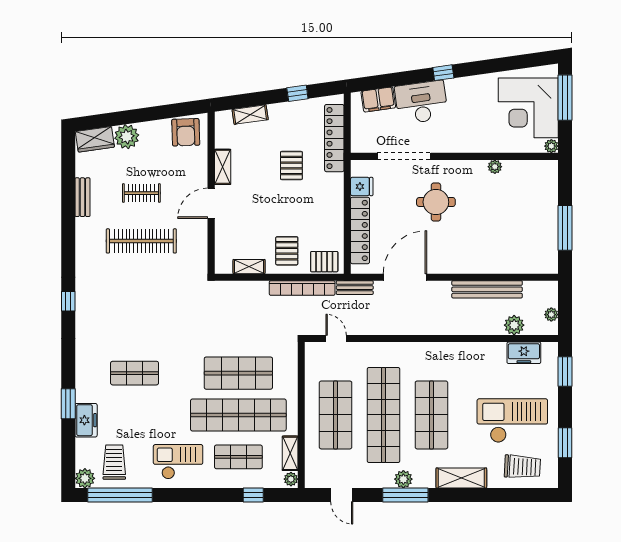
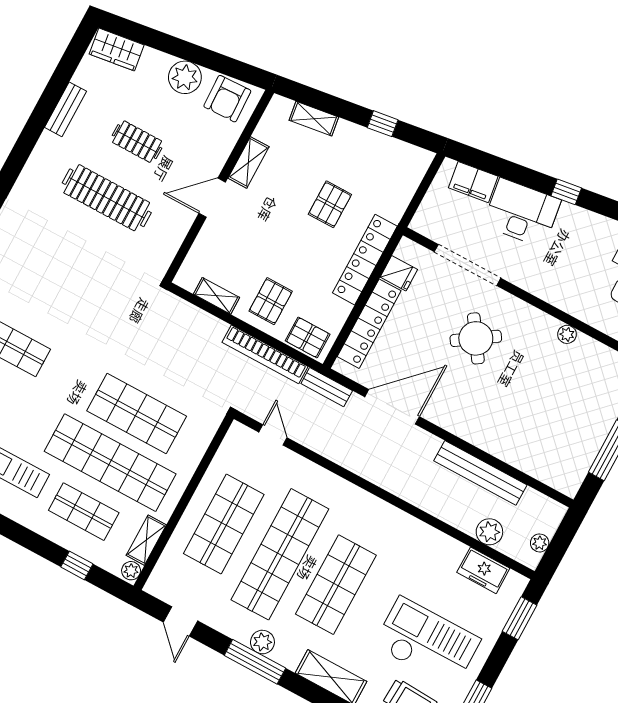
plant: (127, 137) -> (185, 77), moved
locker: (334, 138) -> (365, 260), moved
round table: (436, 202) -> (476, 338), turned -34

